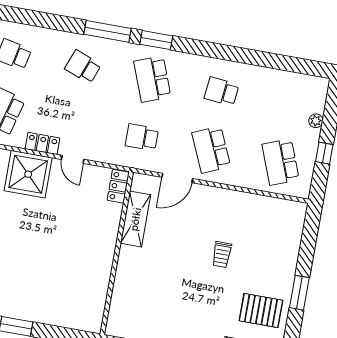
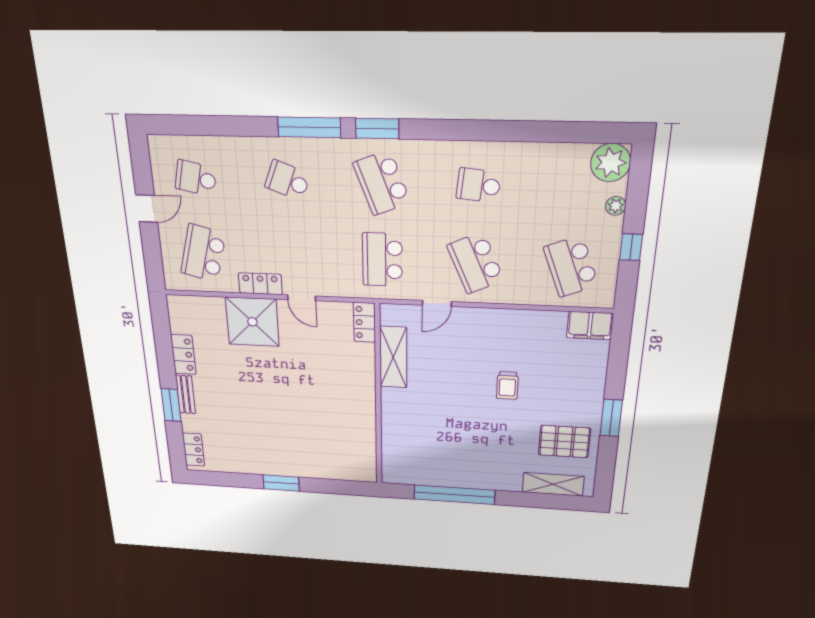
plant: (315, 89) -> (611, 163), added
school desk: (142, 137) -> (382, 260), width x1.85
door: (177, 178) -> (437, 303), width x0.73
filing cabinet: (290, 211) -> (590, 326), added

